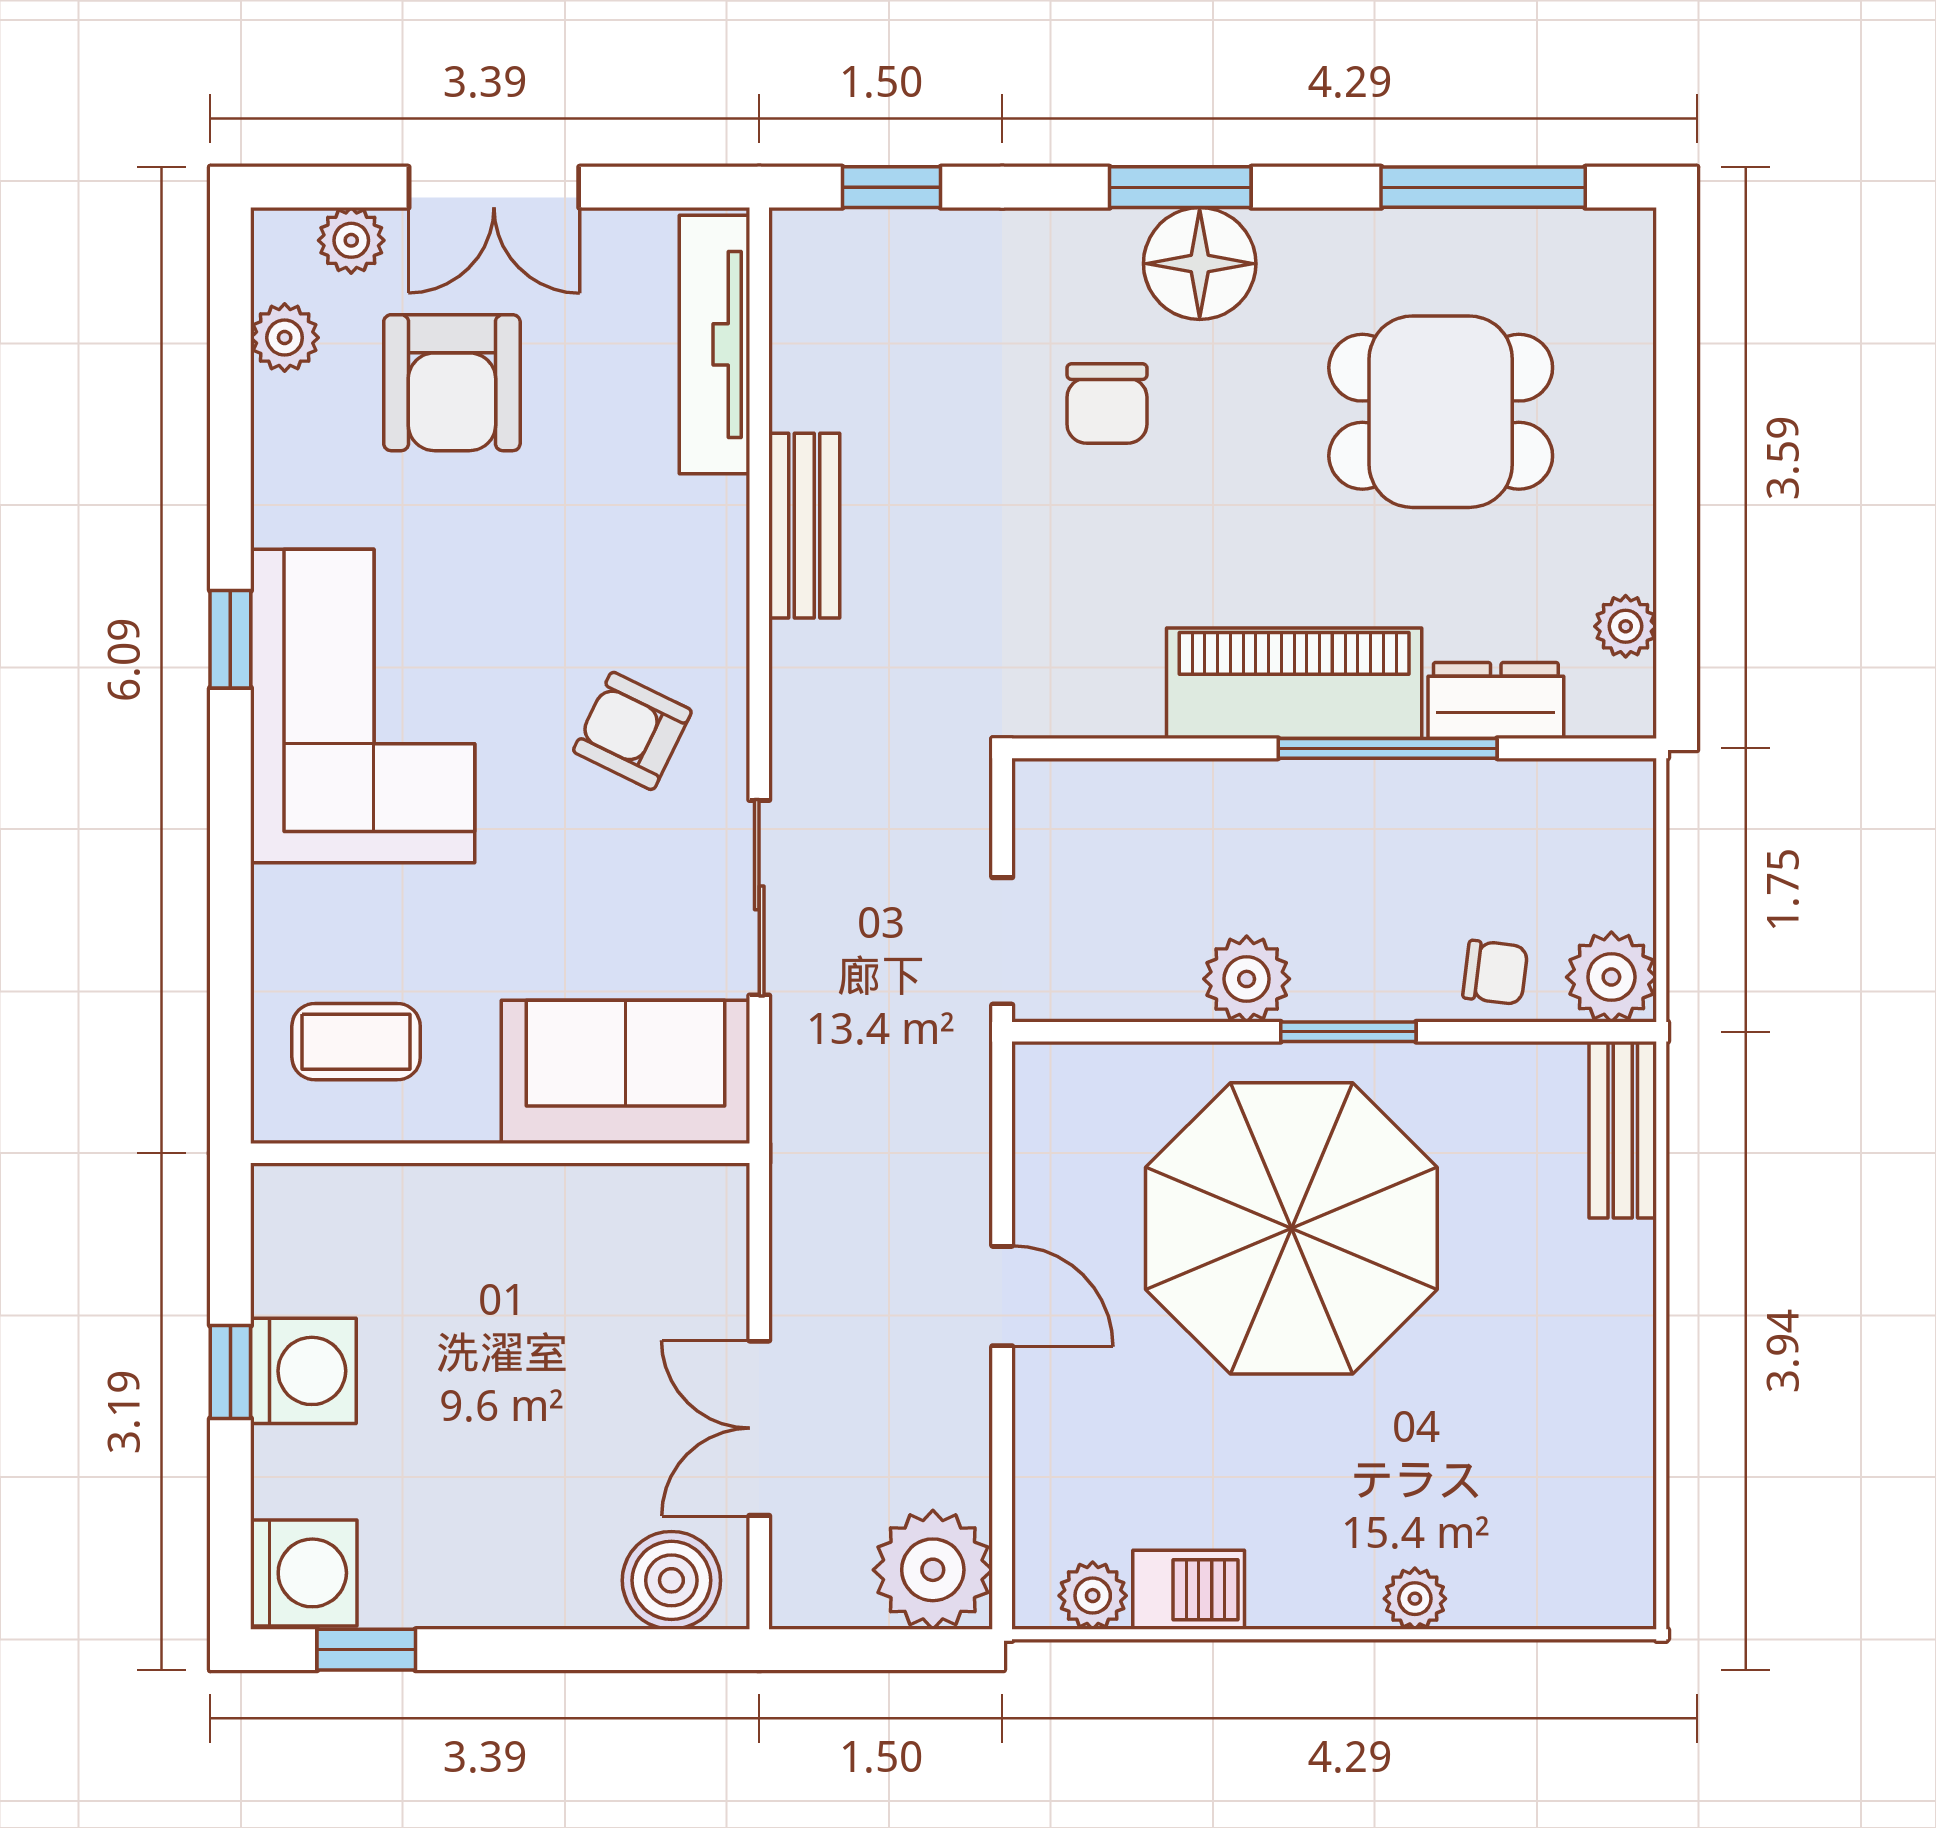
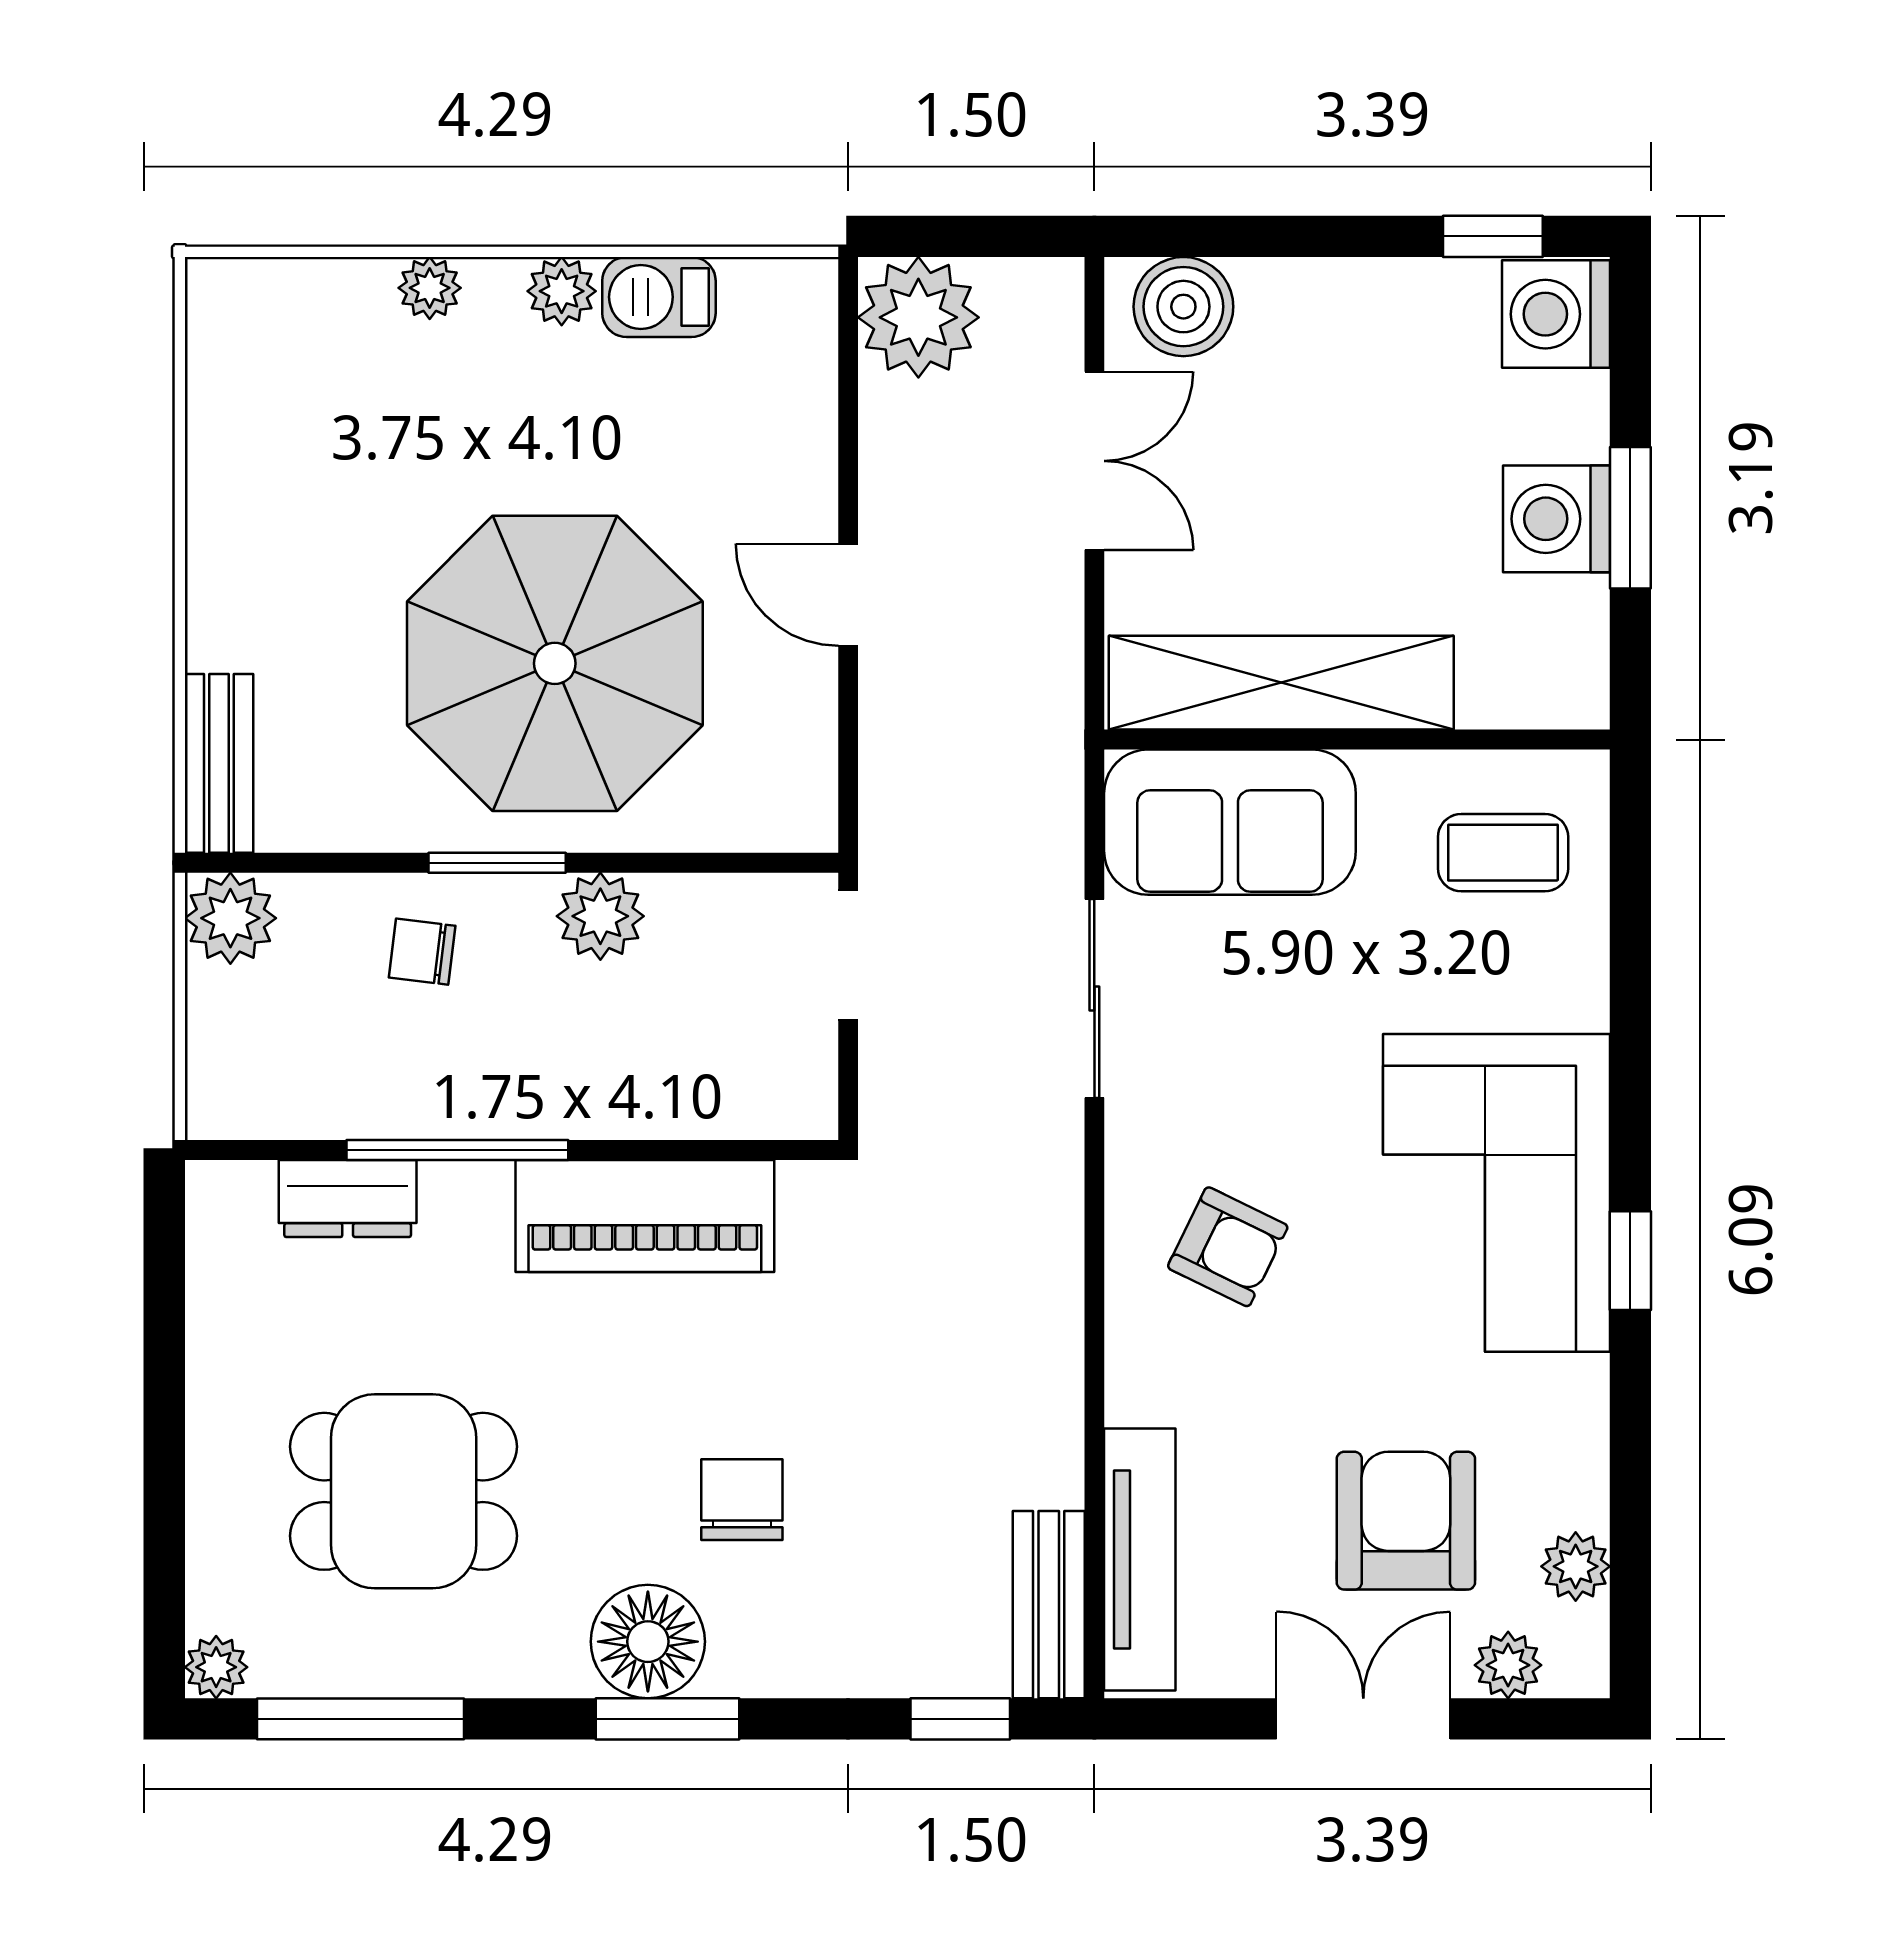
bench: (804, 526) -> (1049, 1605), moved
plant: (1626, 626) -> (216, 1667), moved
piano: (1294, 683) -> (645, 1216), moved
armchair: (632, 731) -> (1228, 1247), moved
chair: (1495, 972) -> (422, 952), moved
shelving: (575, 1209) -> (1281, 683), added
window: (230, 1372) -> (1630, 518), width x1.50
plant: (1093, 1596) -> (562, 291), moved

